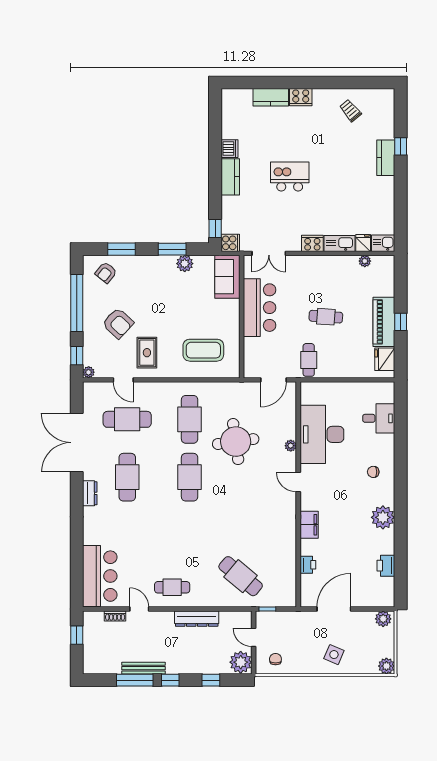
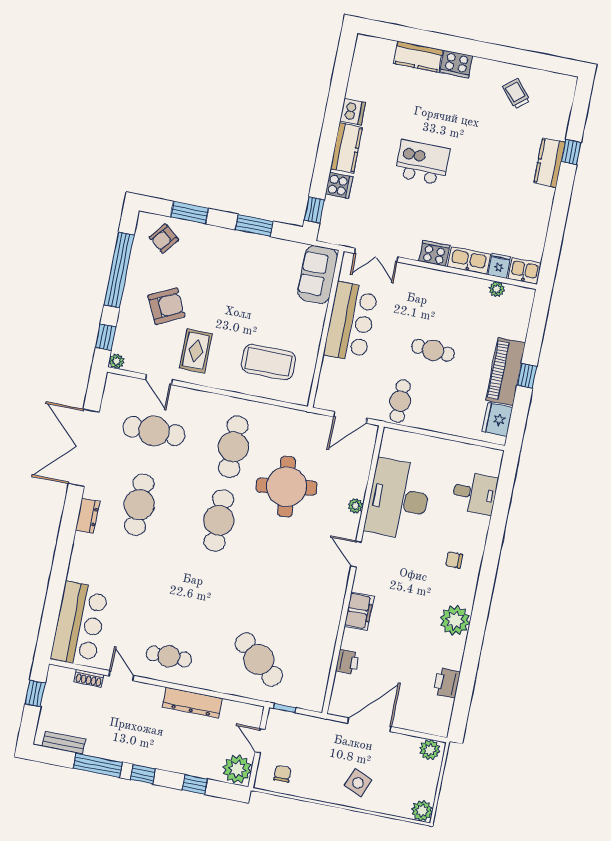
cooker: (230, 243) -> (339, 185), moved
plant: (185, 264) -> (267, 247), removed
armchair: (118, 323) -> (166, 306), turned -69
bench: (144, 668) -> (64, 743), moved, width x0.73

